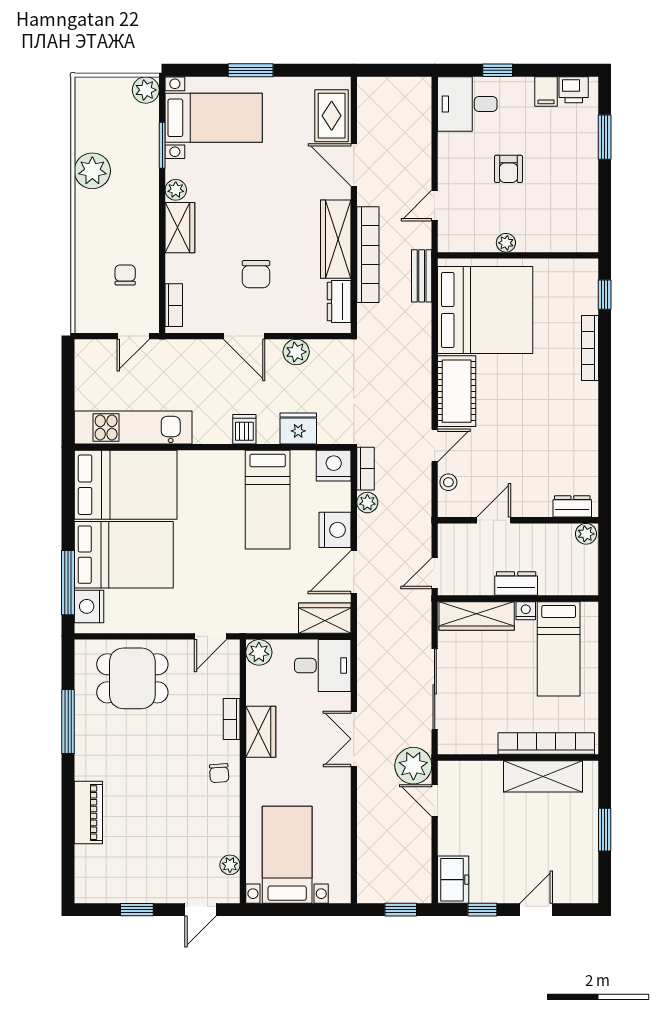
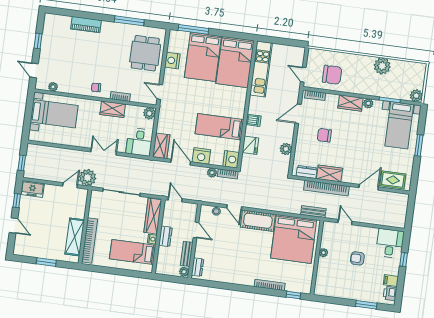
wardrobe: (336, 239) -> (330, 173), width x0.67
chair: (125, 275) -> (332, 75), width x1.87, depth x1.87
door: (244, 336) -> (298, 114), moved
bench: (547, 533) -> (187, 254), added
nightstand: (89, 606) -> (172, 61), moved, turned -90

